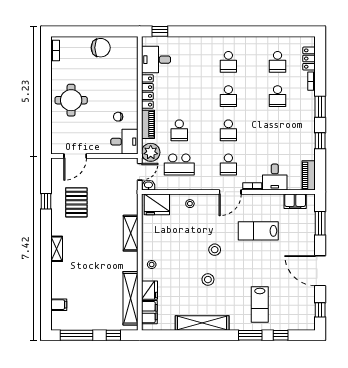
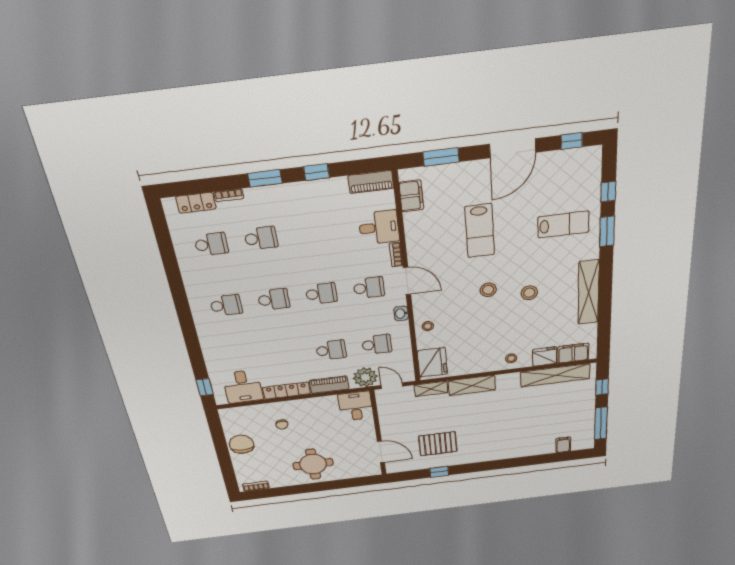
chair: (118, 117) -> (282, 424), moved
school desk: (179, 164) -> (377, 344), width x0.54
washbasin: (148, 185) -> (401, 313), moved
lab bench: (258, 231) -> (480, 231), moved
shelving: (57, 249) -> (431, 389), moved

